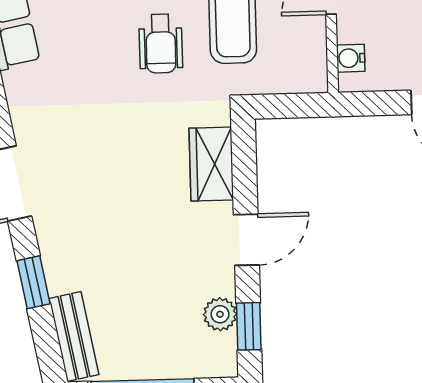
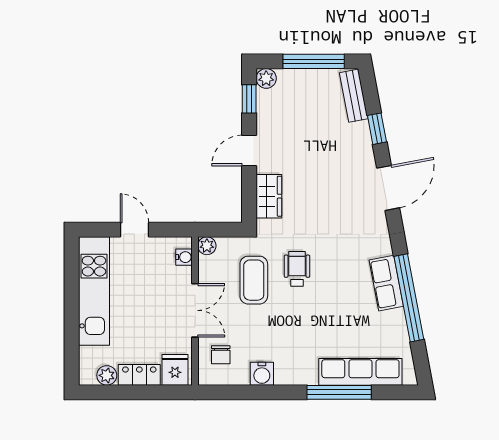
plant: (313, 78) -> (207, 246), added
plant: (220, 314) -> (266, 78), moved

